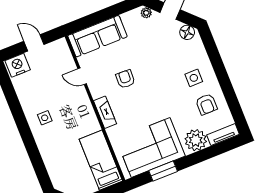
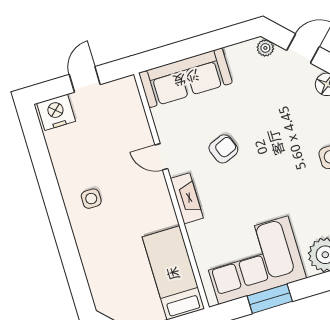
door: (34, 43) -> (85, 79), hinge flipped
door: (82, 76) -> (161, 157), moved
armchair: (125, 79) -> (223, 149), turned 66

